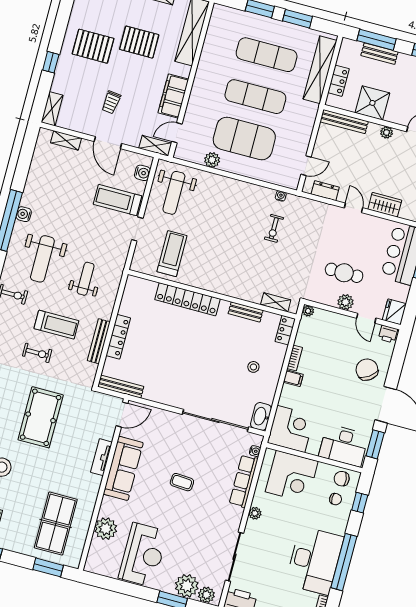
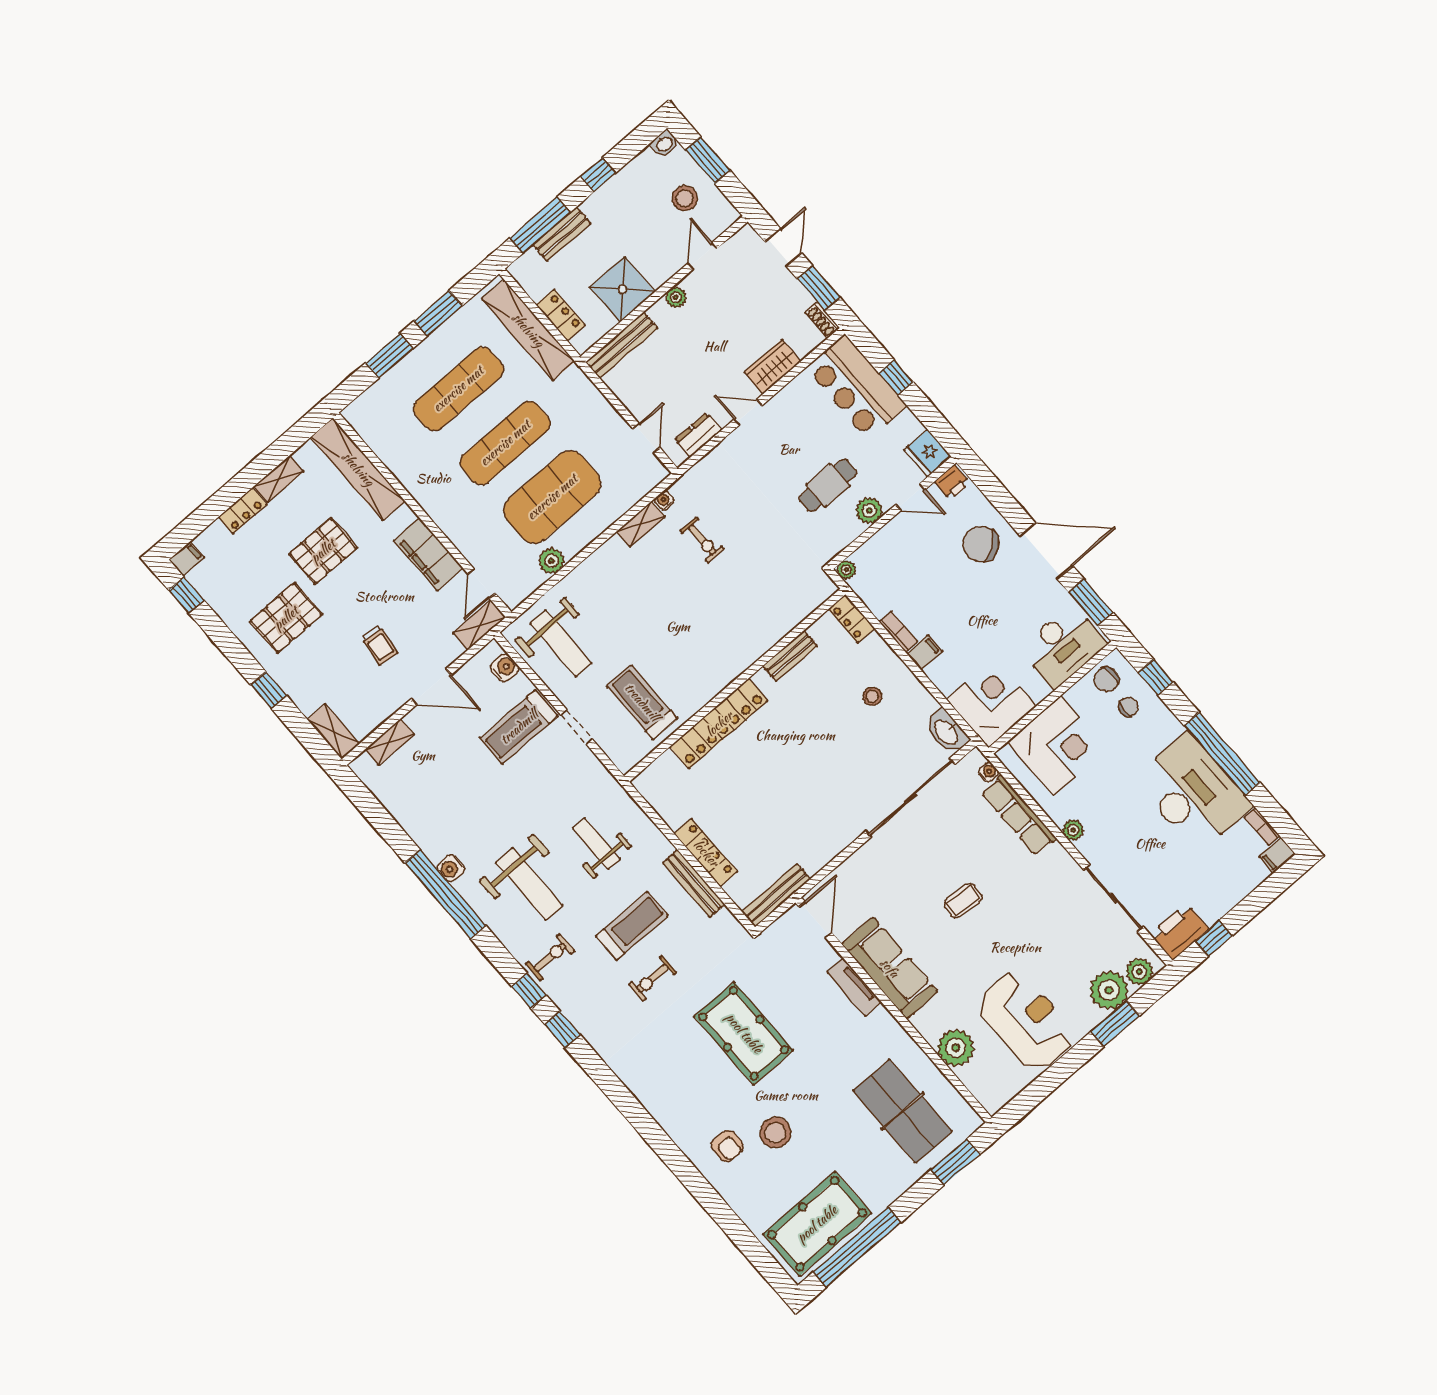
shelving: (276, 302) -> (641, 524), moved
exercise bike: (37, 353) -> (653, 978), turned 180

